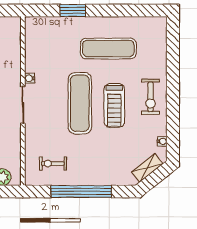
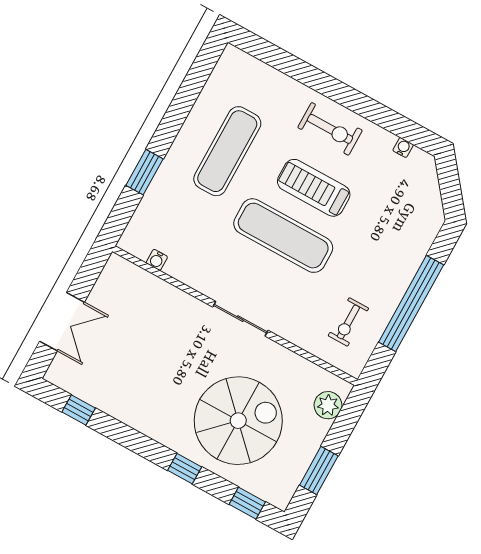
water cooler: (30, 78) -> (157, 260), moved
treadmill: (114, 105) -> (314, 188), turned 180
shelving: (147, 168) -> (429, 190), removed

